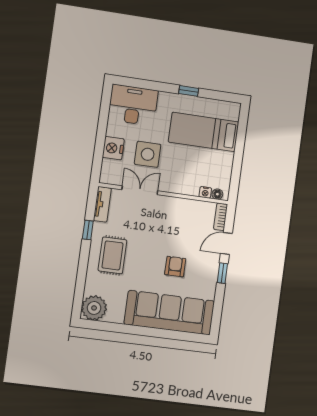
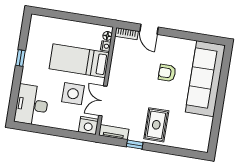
bed: (204, 132) -> (79, 61), moved, turned 90
nightstand: (113, 148) -> (88, 126), moved
rug: (113, 255) -> (156, 125), turned 90
window: (222, 273) -> (174, 33), removed
plant: (94, 308) -> (199, 141), removed

